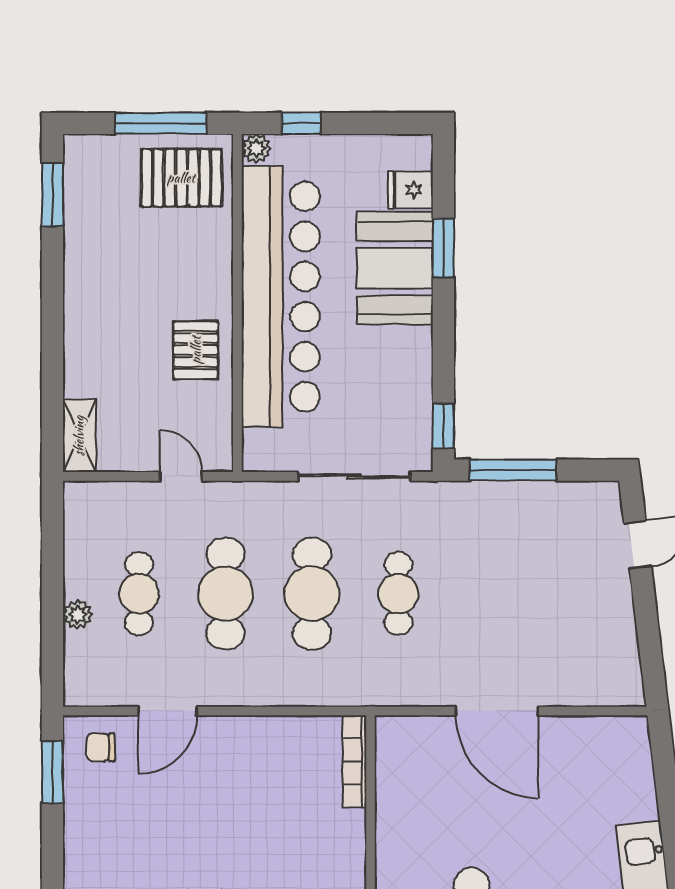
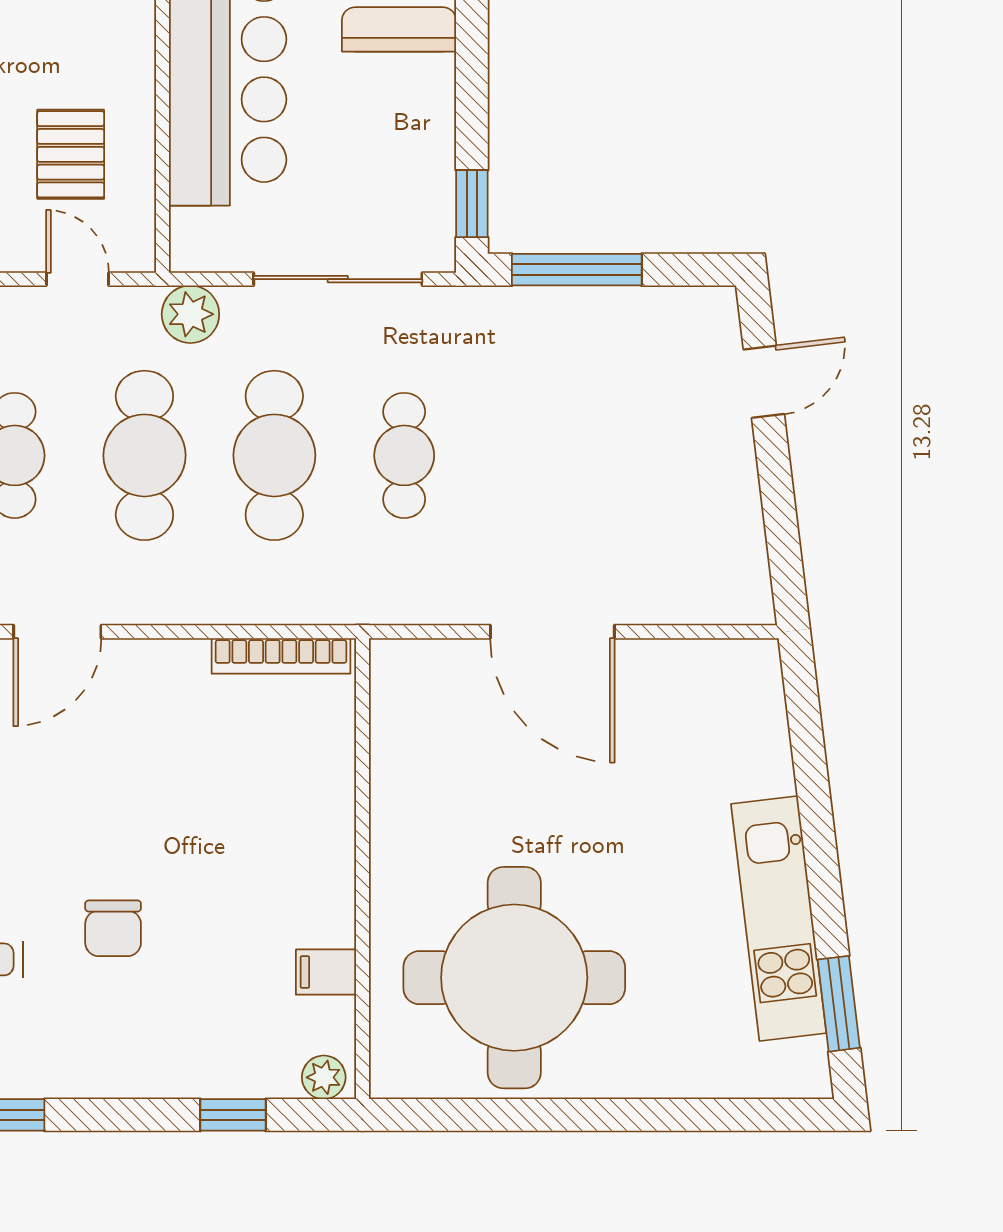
pallet: (196, 350) -> (71, 154), moved
plant: (256, 500) -> (190, 314), added
bookcase: (354, 761) -> (281, 656), moved, turned -90

